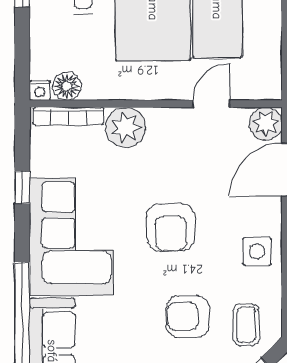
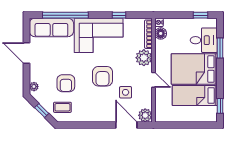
door: (211, 104) -> (153, 80), moved
armchair: (171, 227) -> (103, 76), turned -90
side table: (257, 251) -> (126, 92), moved
armchair: (188, 316) -> (66, 83), turned 180

